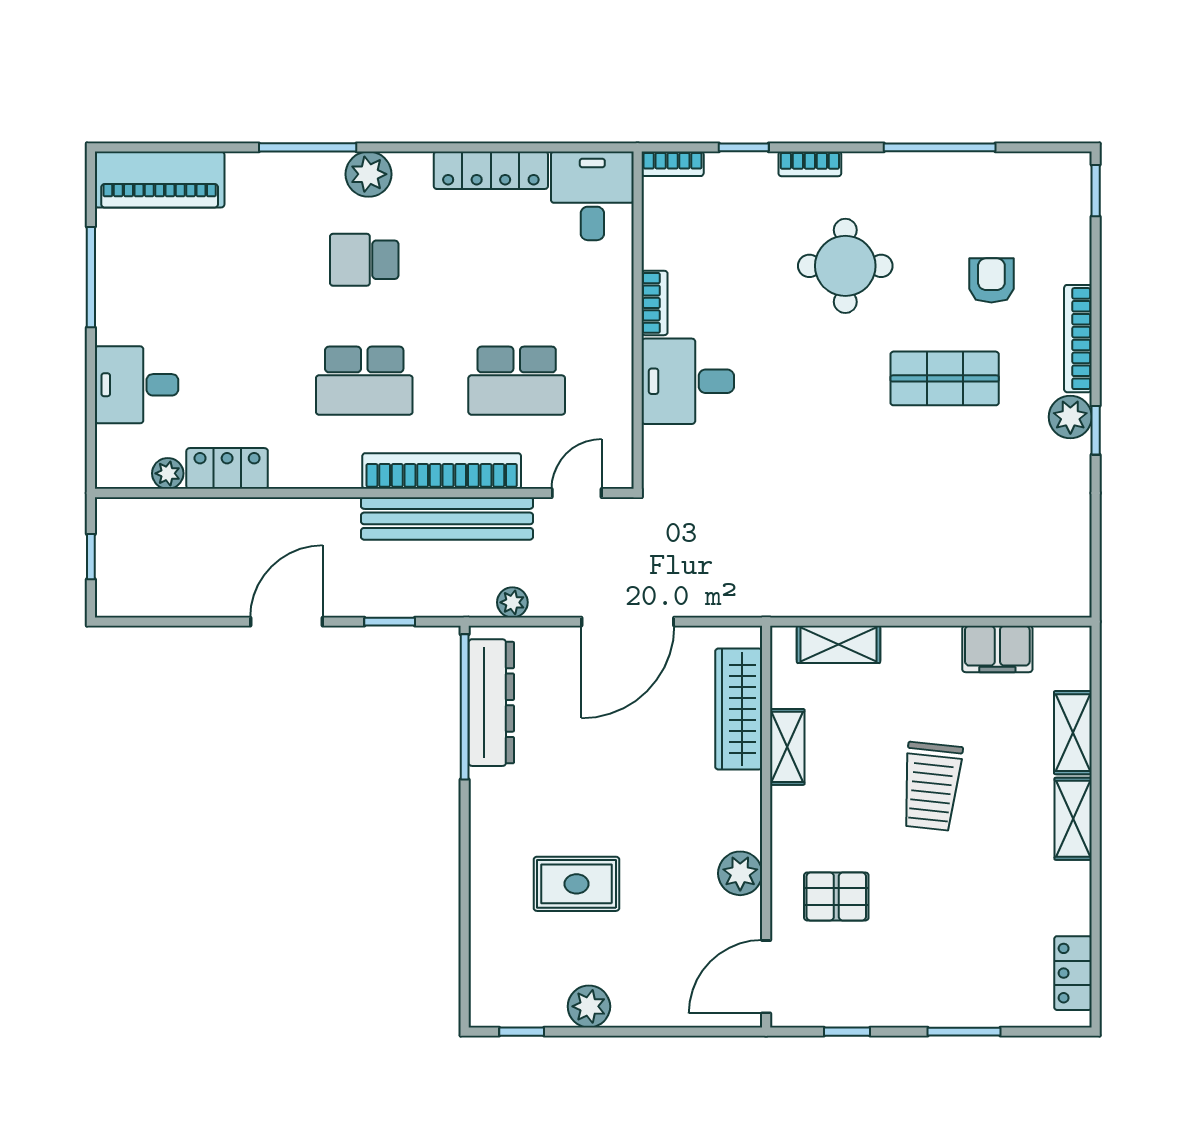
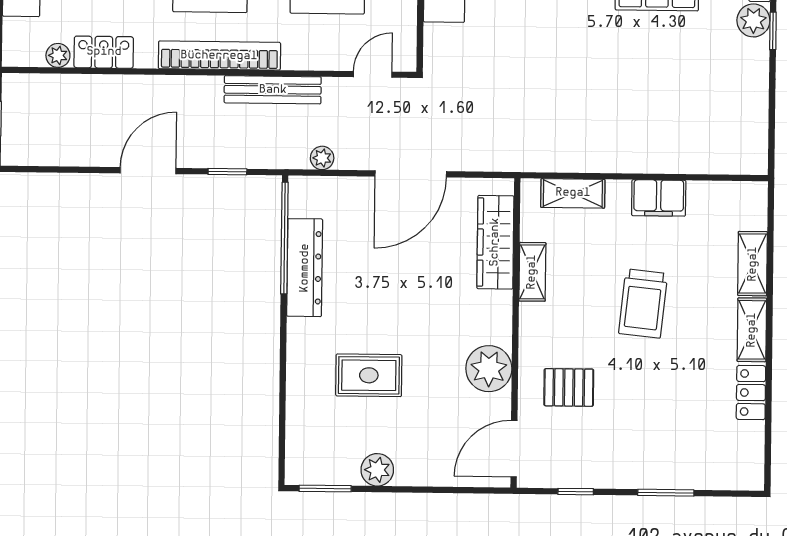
bookcase: (442, 471) -> (219, 56), moved
bench: (447, 518) -> (273, 90), width x0.73, depth x0.82
filing cabinet: (997, 649) -> (659, 198), moved
dresser: (491, 703) -> (305, 268), moved
plant: (740, 873) -> (489, 369), width x1.36, depth x1.36
locker: (1073, 973) -> (751, 393), moved
window: (522, 1032) -> (325, 489), width x1.50

